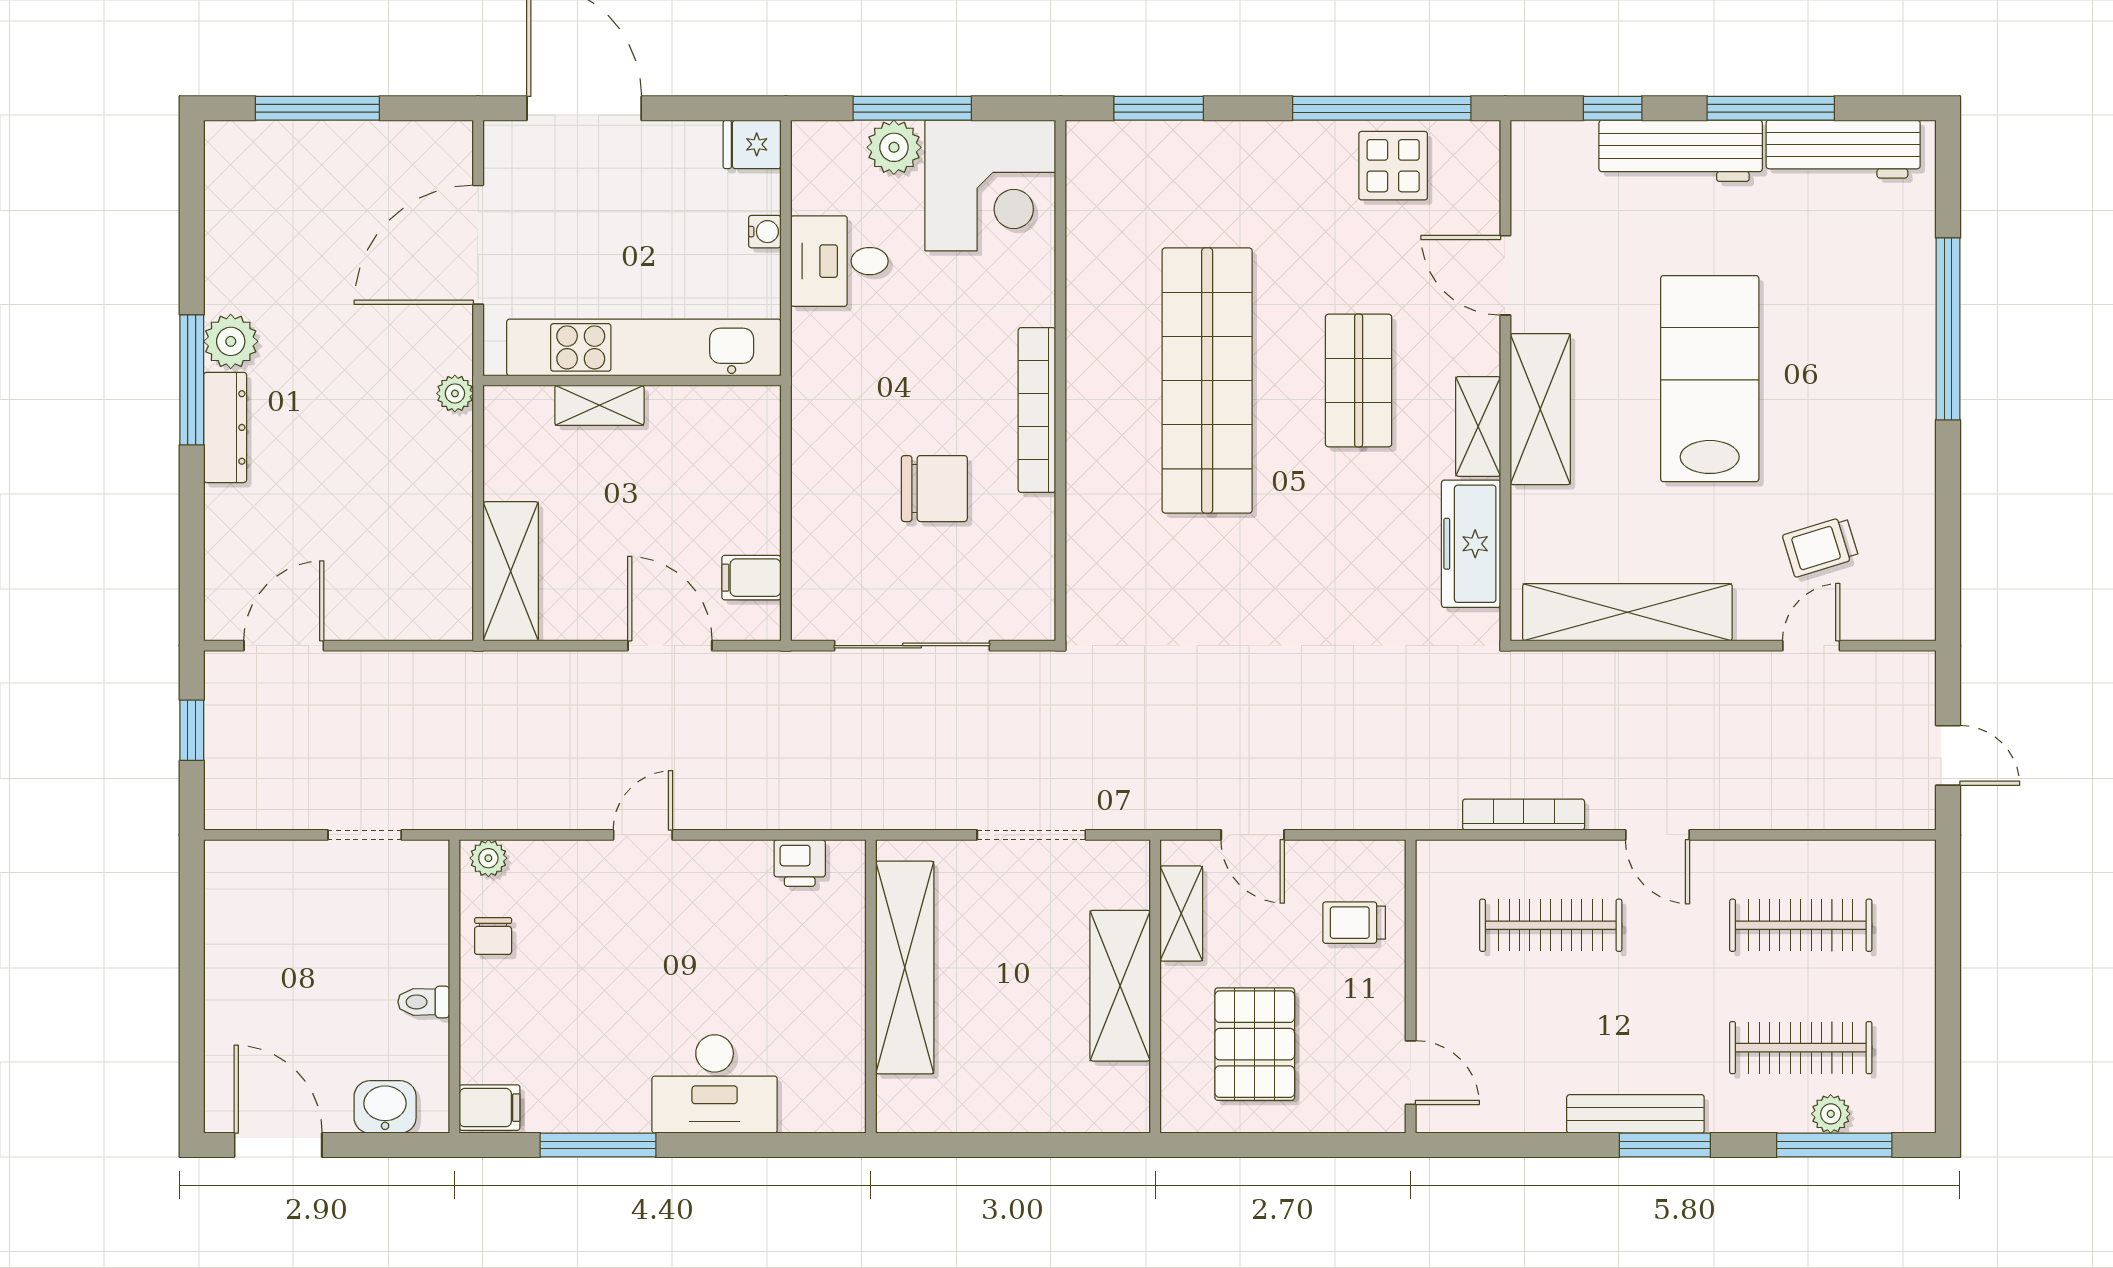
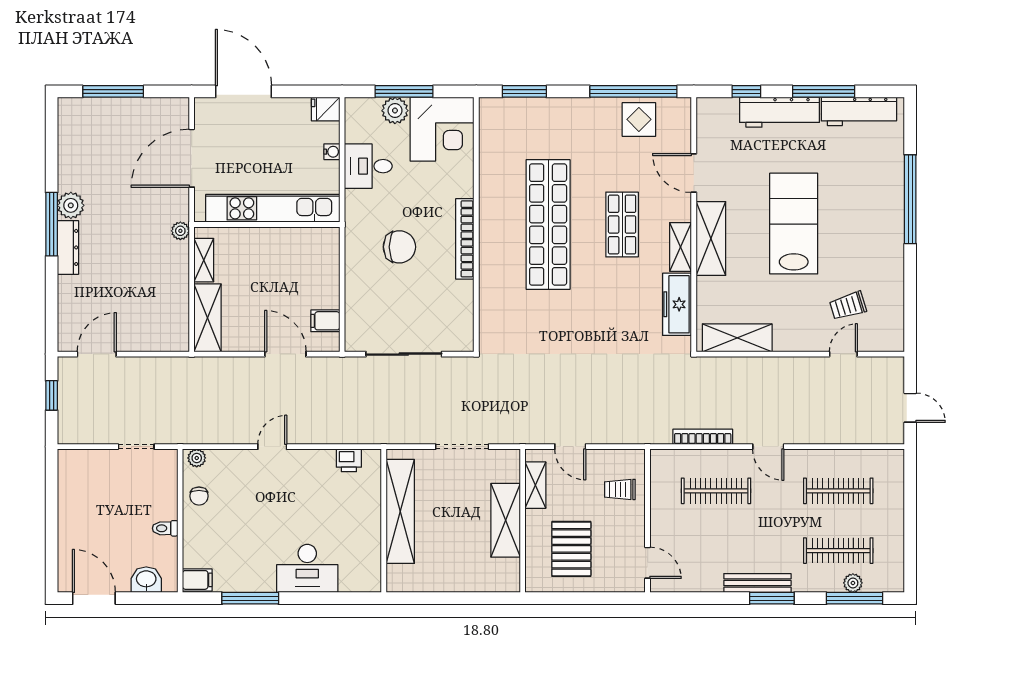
shelving: (599, 405) -> (204, 260), moved, turned 90
chair: (934, 489) -> (399, 247), moved
shelving: (1627, 612) -> (737, 338), width x0.68

